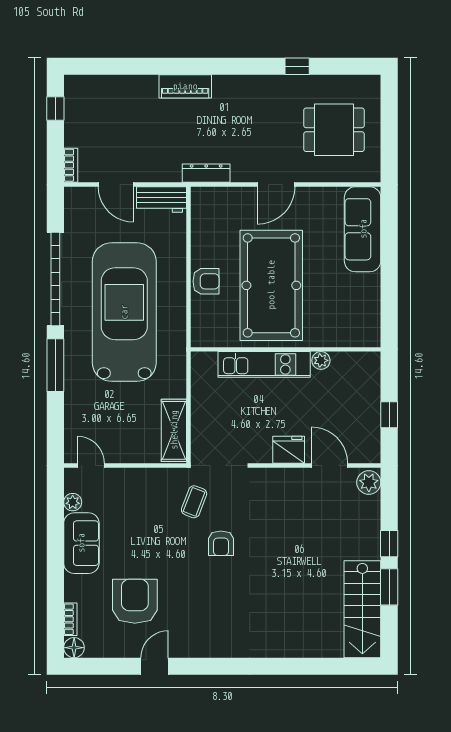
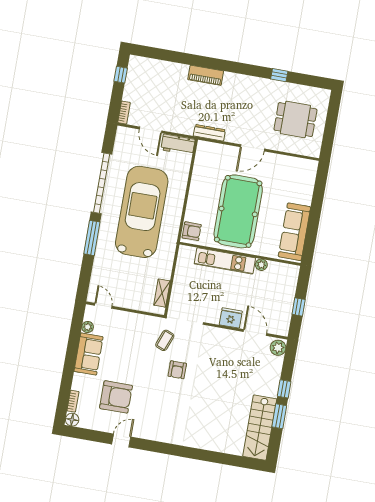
sofa: (363, 229) -> (294, 232), moved
armchair: (206, 281) -> (192, 231), moved
shelving: (174, 430) -> (162, 293), width x0.67, depth x0.75
armchair: (135, 601) -> (116, 397), turned 90

